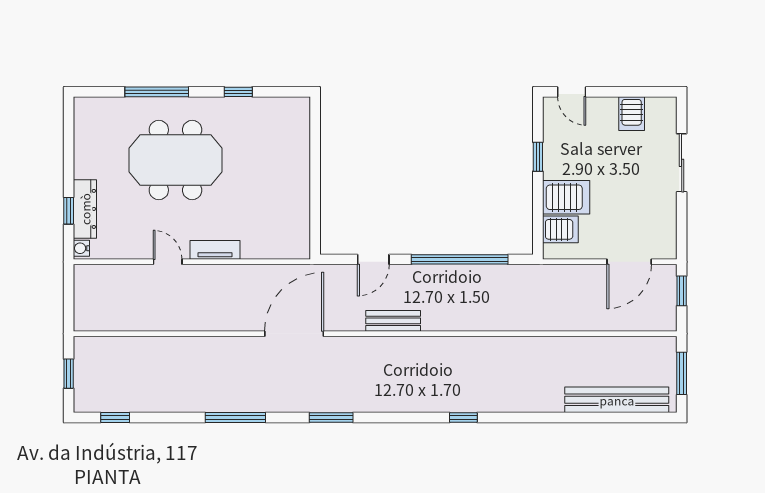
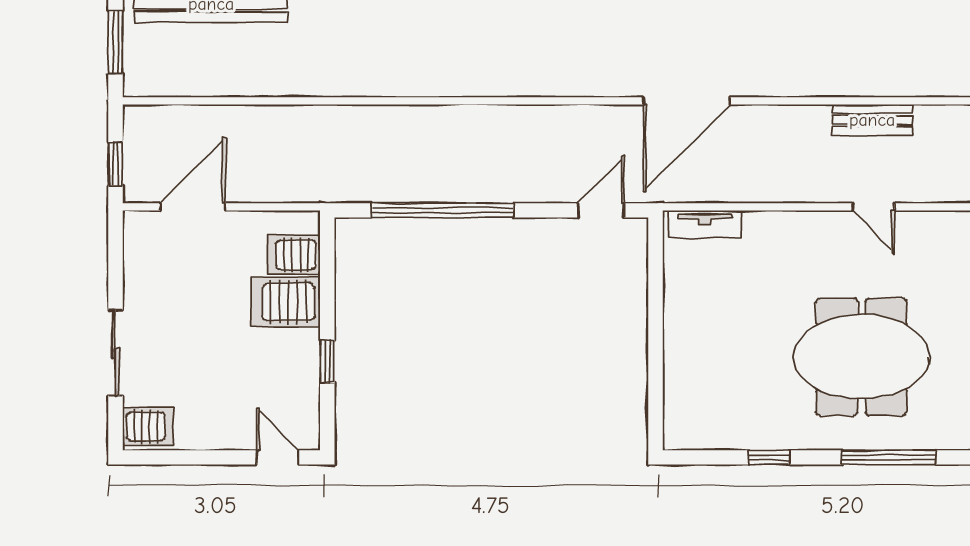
server rack: (632, 114) -> (148, 427), moved, turned 90
tv unit: (215, 250) -> (705, 224), moved
door: (373, 259) -> (601, 210), moved
bench: (393, 321) -> (872, 120), moved

